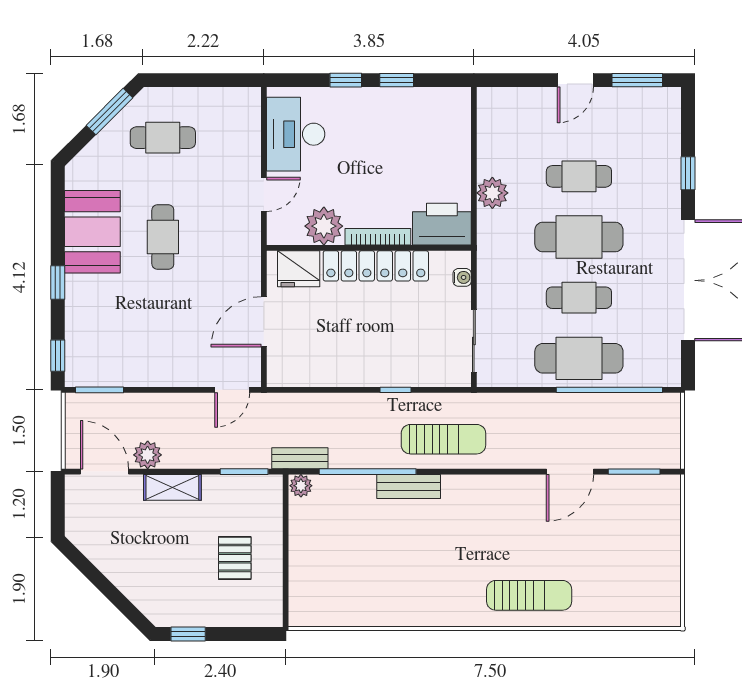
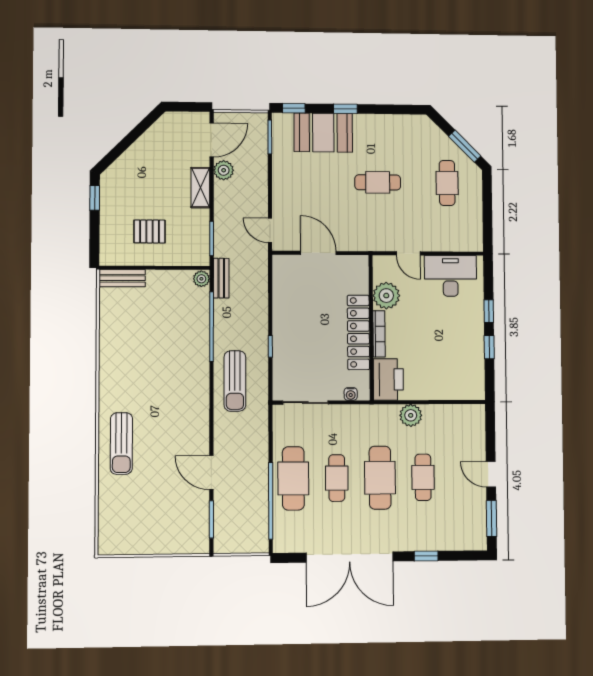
booth: (92, 232) -> (323, 133), moved
fridge: (299, 269) -> (356, 278), removed
bench: (409, 487) -> (122, 278), moved, turned 90

